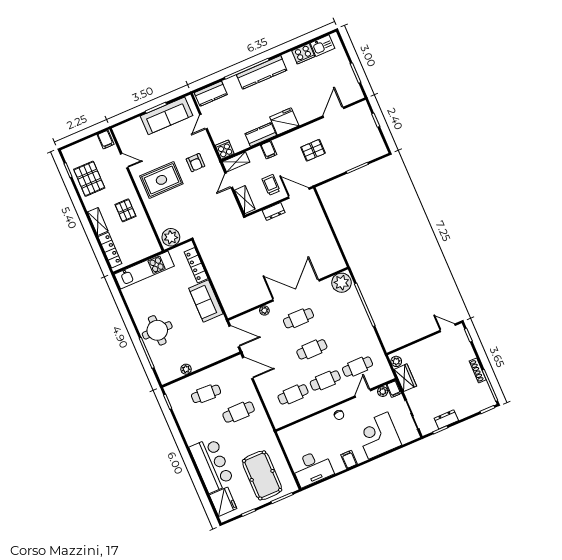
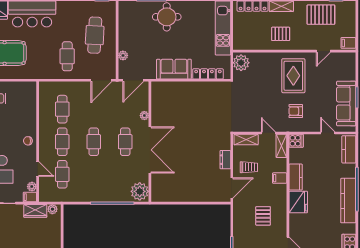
plant: (186, 369) -> (123, 55), moved
cafe table: (206, 394) -> (95, 35), width x1.37, depth x1.35

